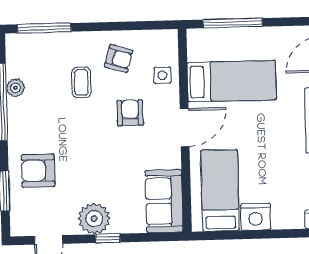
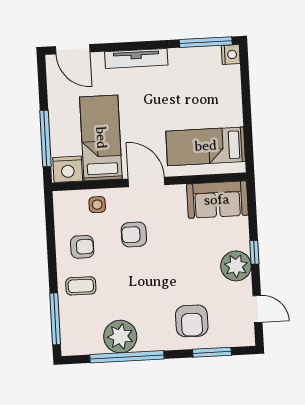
armchair: (119, 58) -> (82, 247), turned 73
coffee table: (81, 82) -> (81, 286), moved
plant: (15, 88) -> (120, 337), width x1.88, depth x1.88
nightstand: (256, 217) -> (68, 169), moved, turned 90

